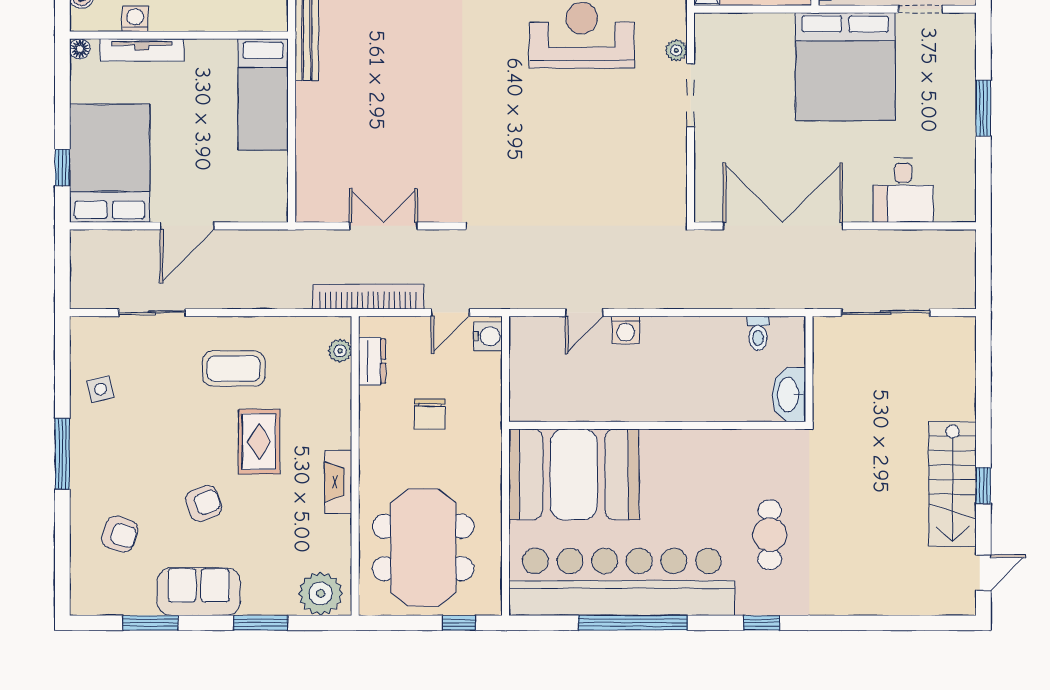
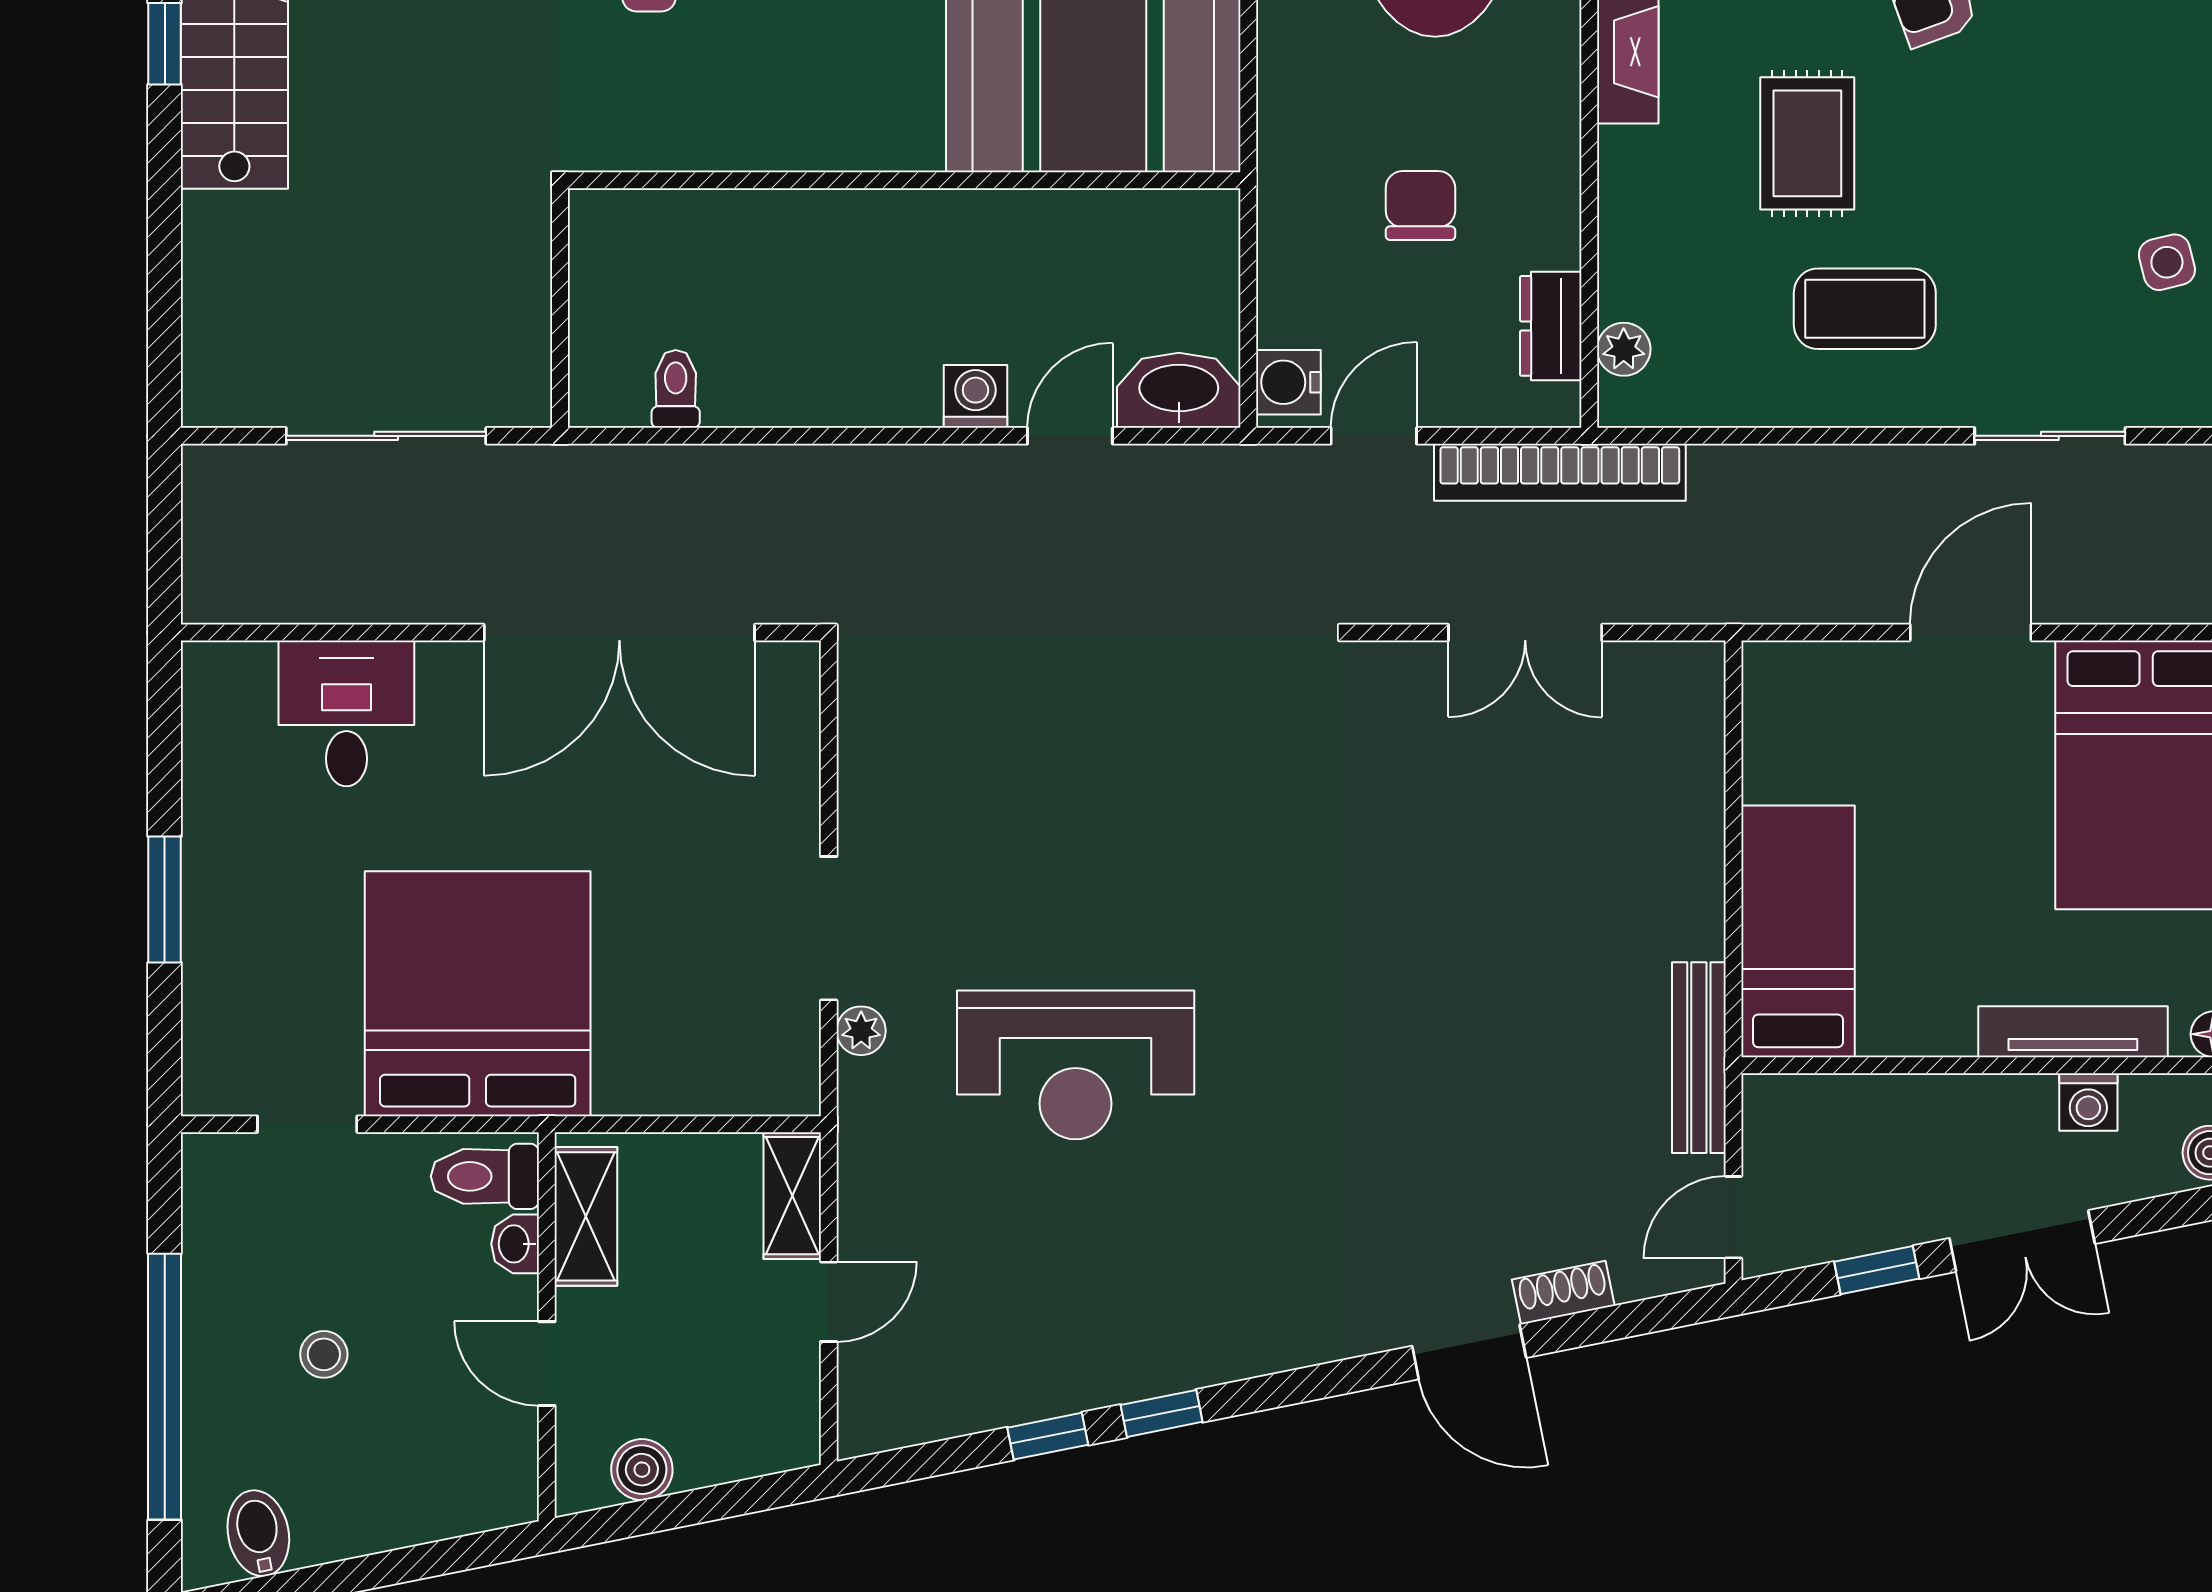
washbasin: (789, 395) -> (1179, 390), moved, turned -90

